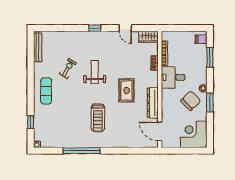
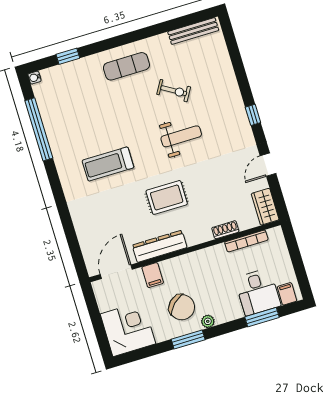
desk: (173, 77) -> (258, 292), moved, turned 180
filing cabinet: (168, 112) -> (153, 275), added
window: (82, 151) -> (39, 129), moved

